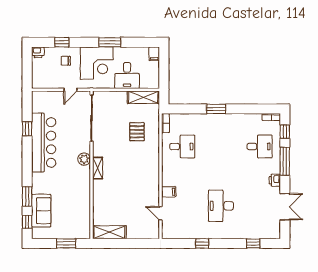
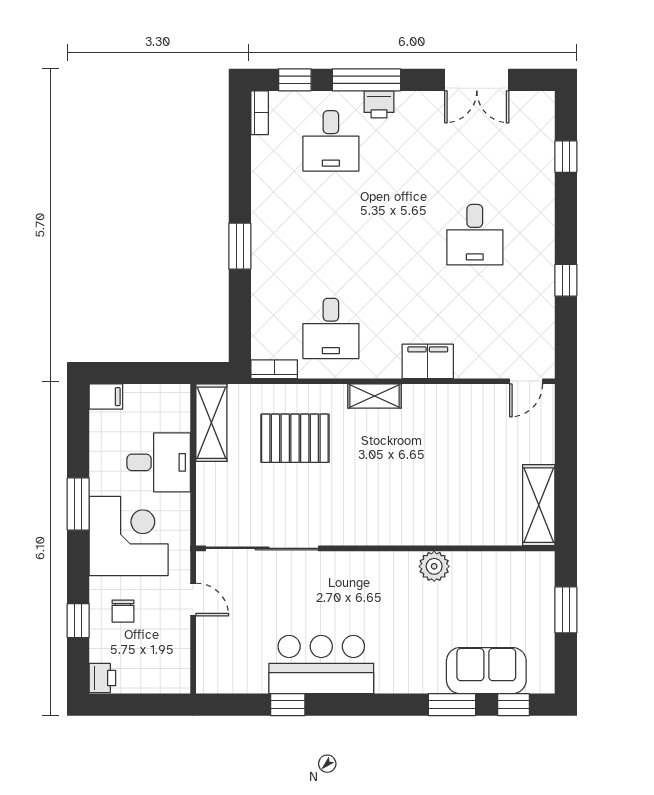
pallet: (137, 132) -> (295, 438), width x1.50, depth x1.42
bar counter: (44, 143) -> (321, 665), width x0.73
desk: (182, 146) -> (331, 328), turned 180
desk: (260, 146) -> (331, 141), turned 180
plant: (84, 159) -> (434, 566), moved
shelving: (98, 168) -> (374, 396), moved
printer: (275, 180) -> (379, 104), moved
filing cabinet: (169, 192) -> (428, 361), width x2.00
desk: (221, 206) -> (475, 235), width x0.73
double door: (285, 207) -> (477, 80), swing flipped
door: (160, 213) -> (526, 381), moved

